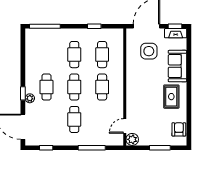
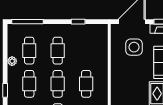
cafe table: (102, 55) -> (29, 51), moved
plant: (30, 98) -> (12, 61), moved

